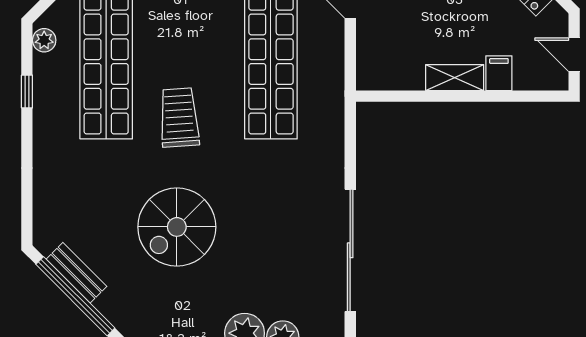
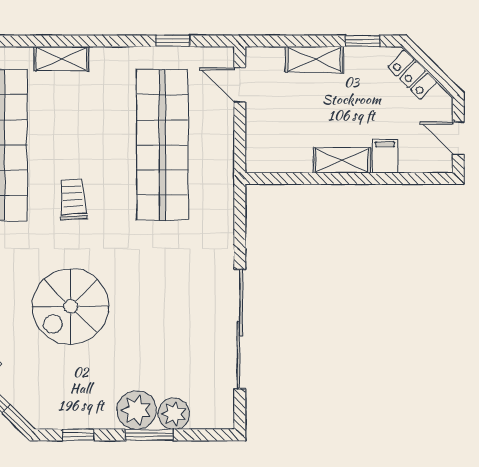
trolley: (179, 118) -> (73, 199), width x0.73, depth x0.72

